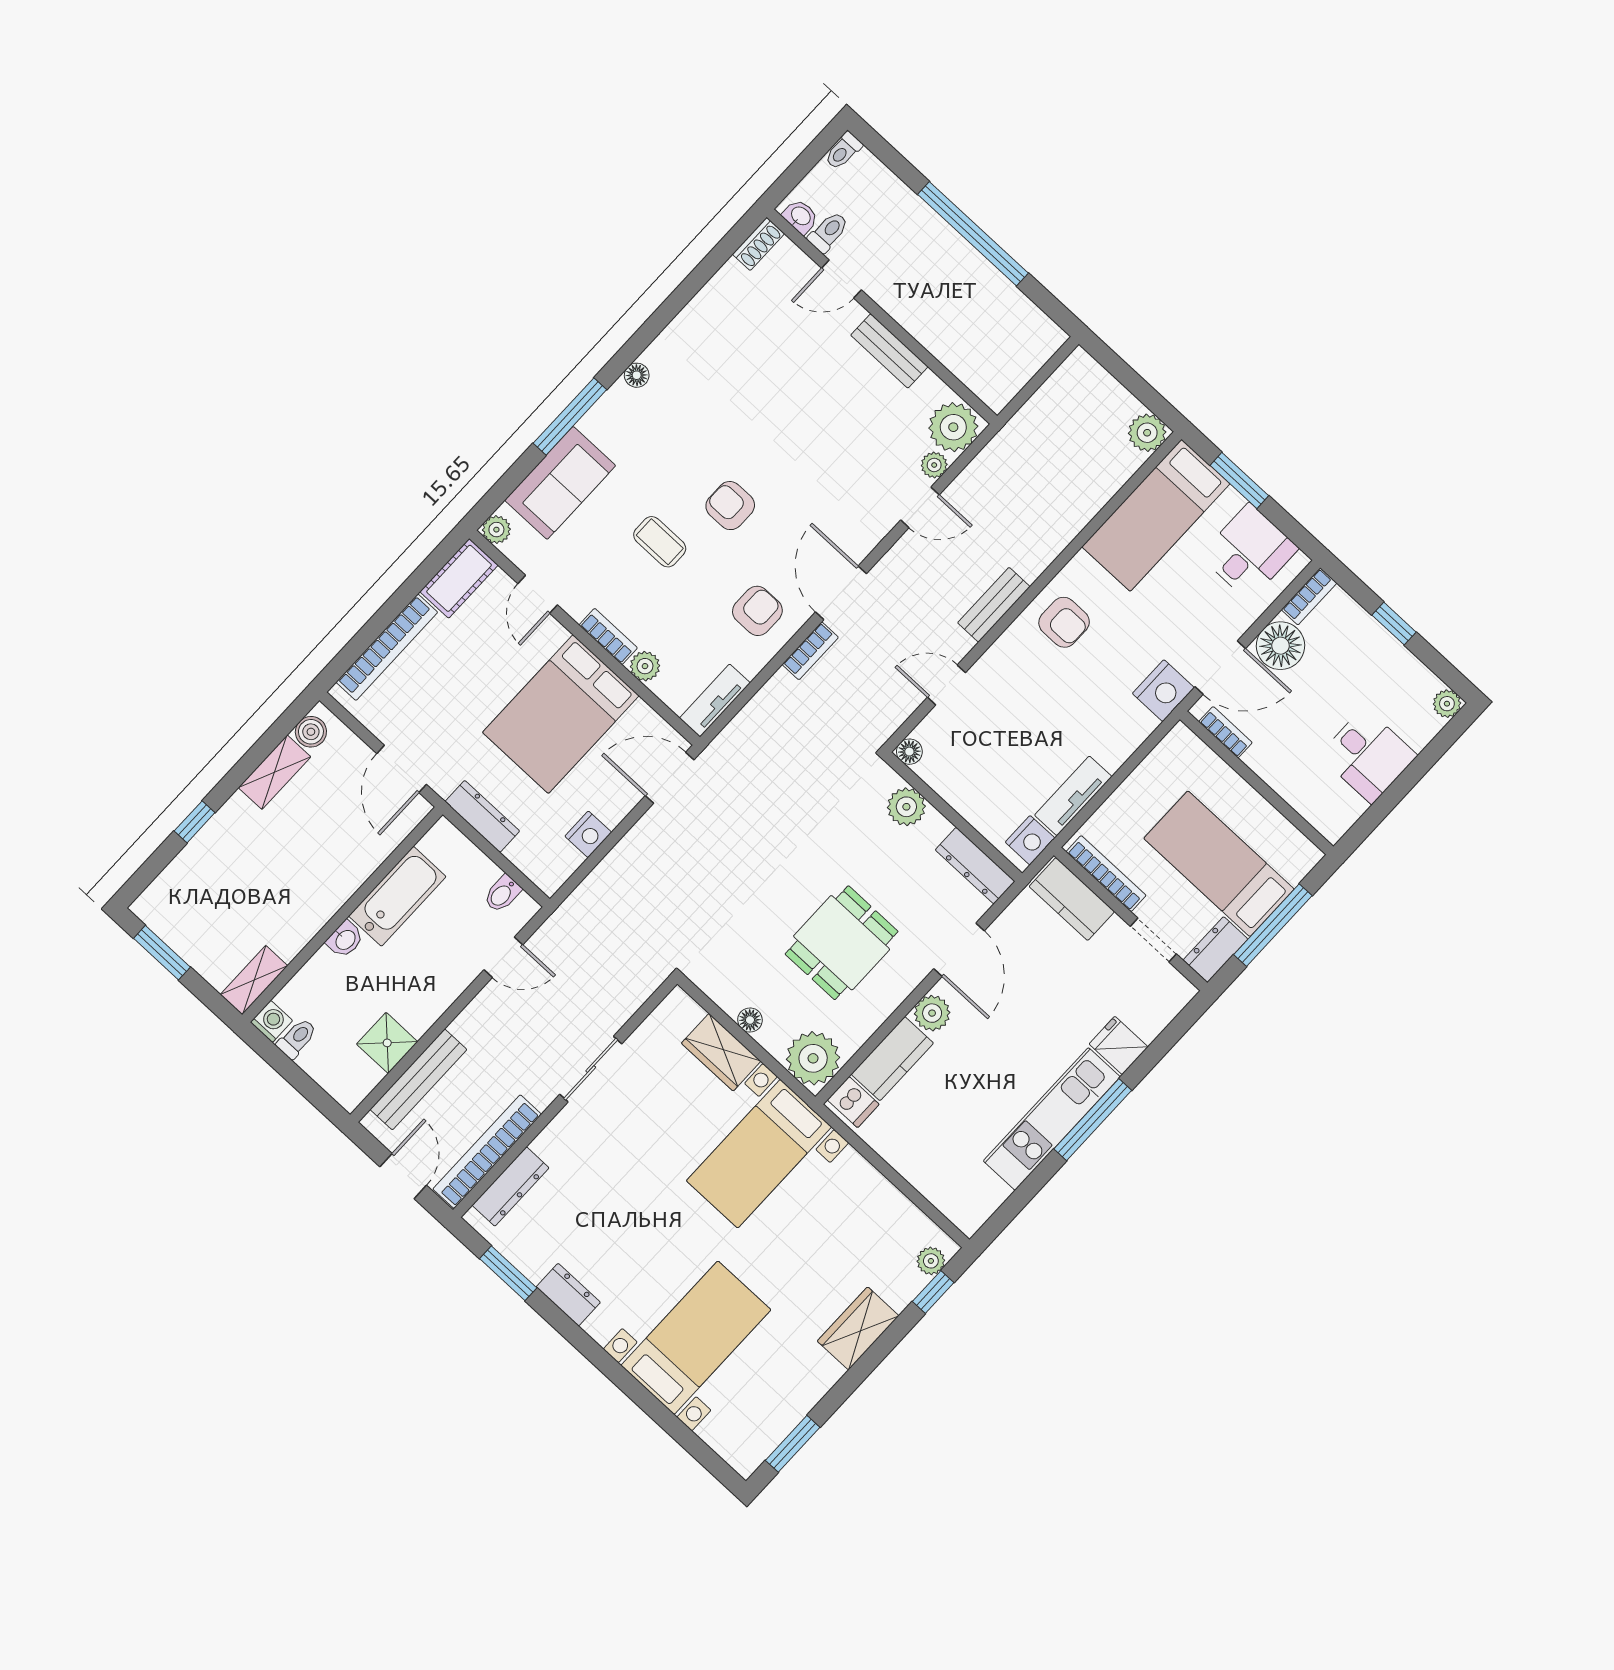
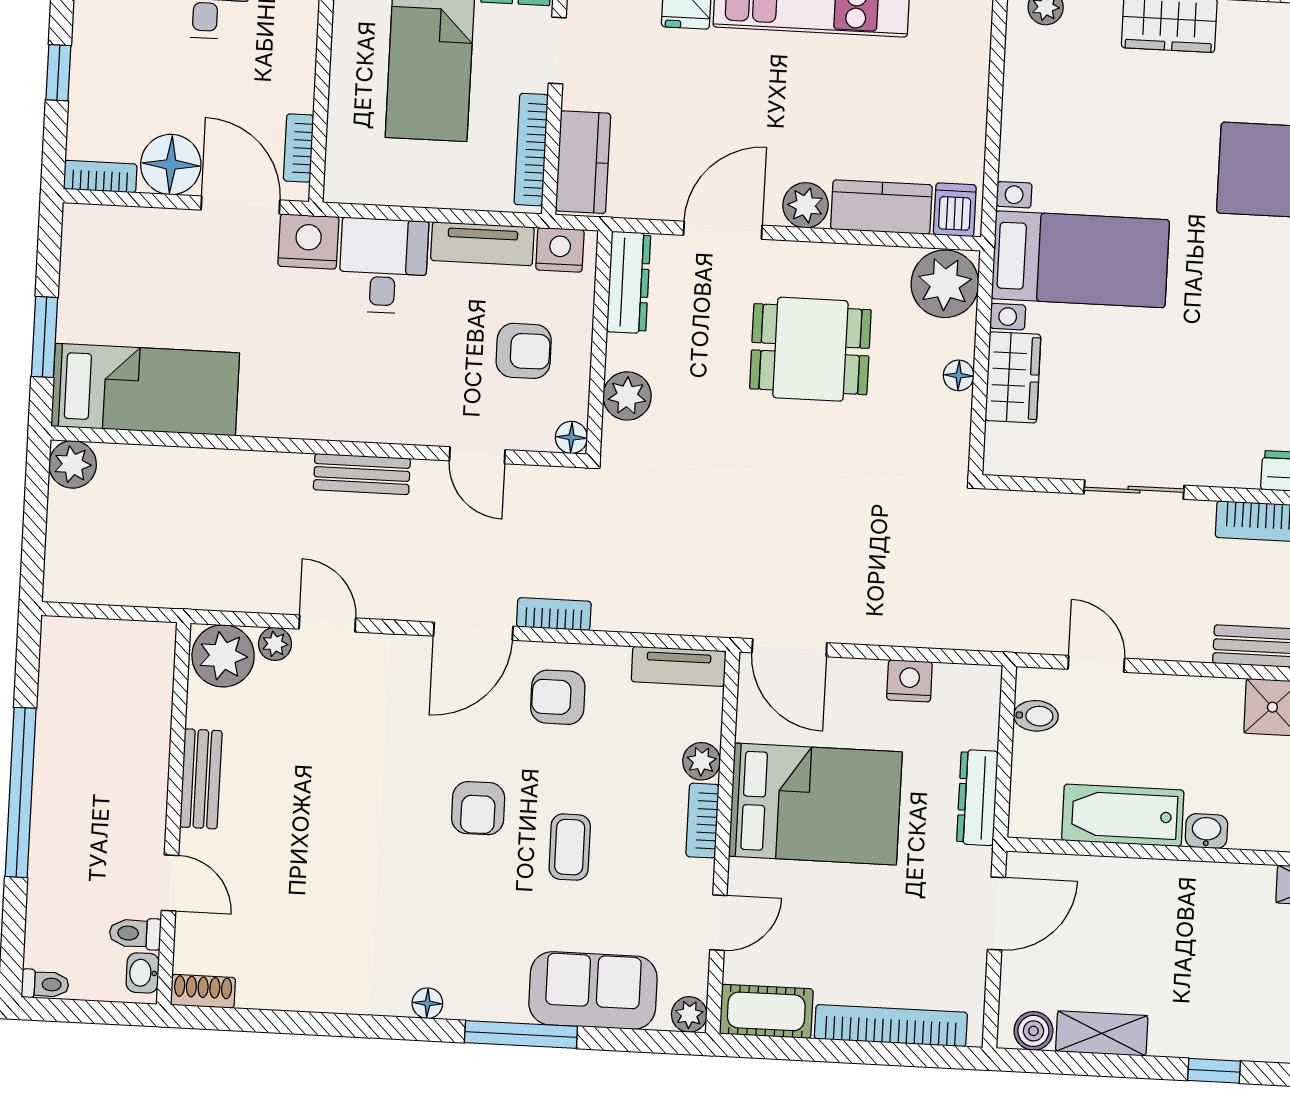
desk: (1249, 552) -> (383, 266), moved, turned 90
armchair: (1064, 622) -> (524, 351), moved, turned 90

